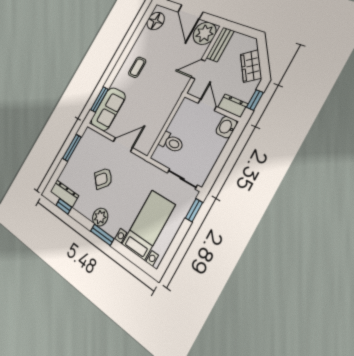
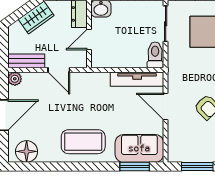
plant: (205, 33) -> (15, 79), width x0.53, depth x0.53
coffee table: (137, 67) -> (83, 142), width x1.86, depth x1.72
tv unit: (155, 131) -> (137, 79), added
toilet: (171, 142) -> (155, 55), moved

